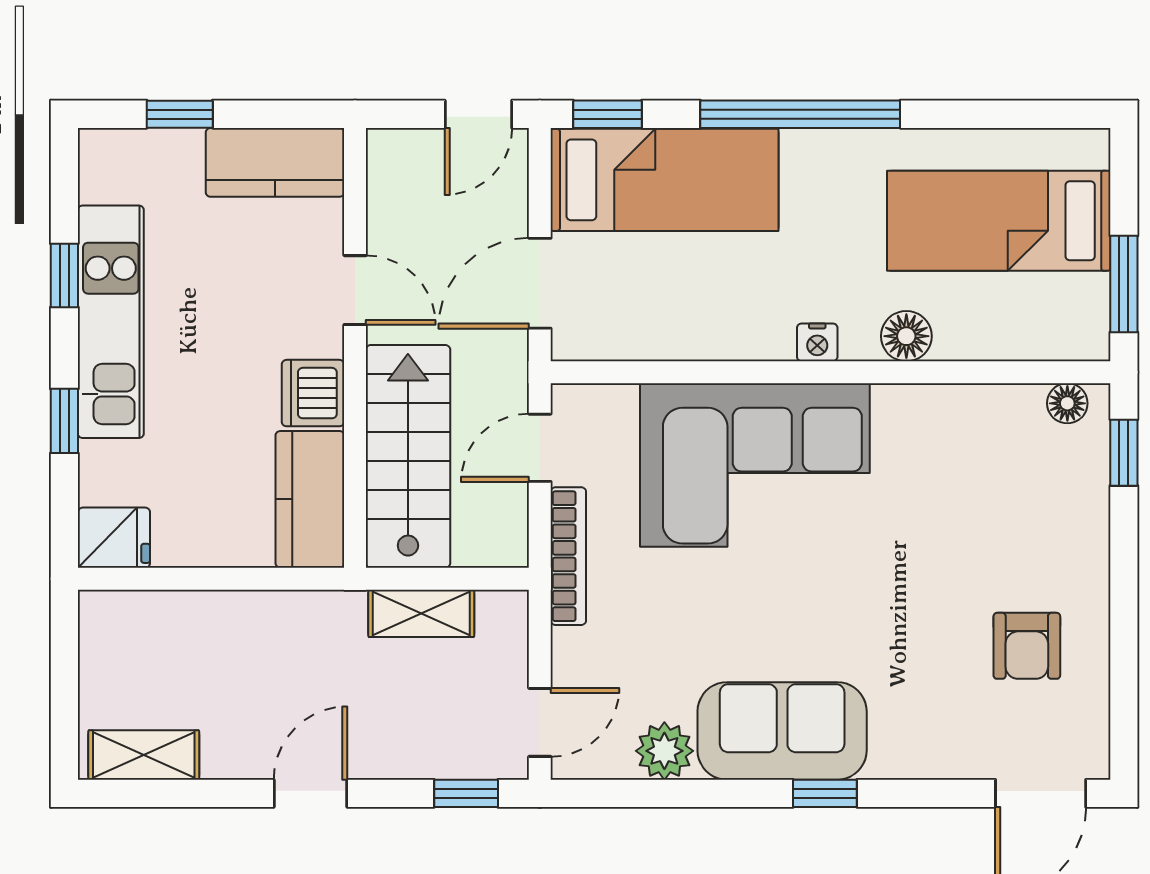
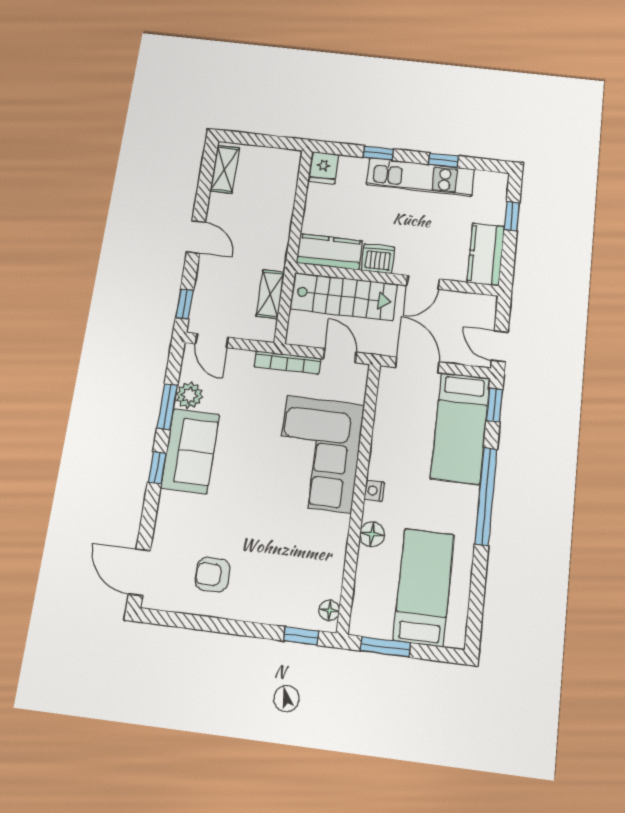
window: (694, 793) -> (167, 407), added

